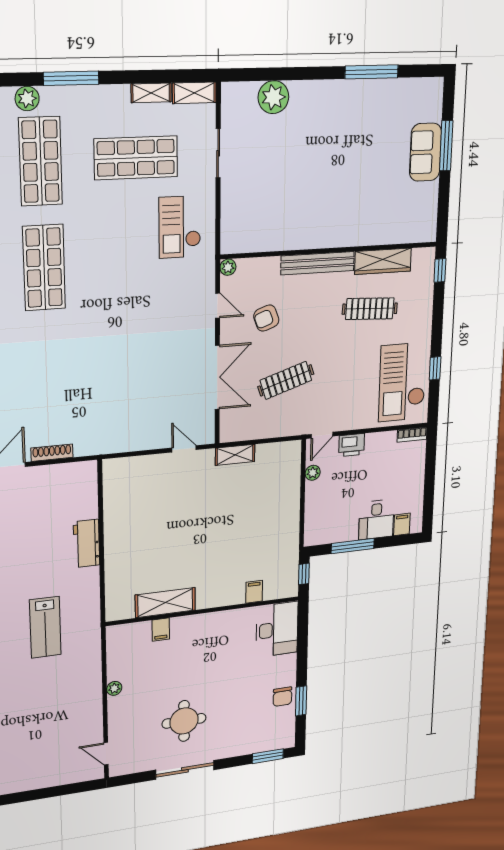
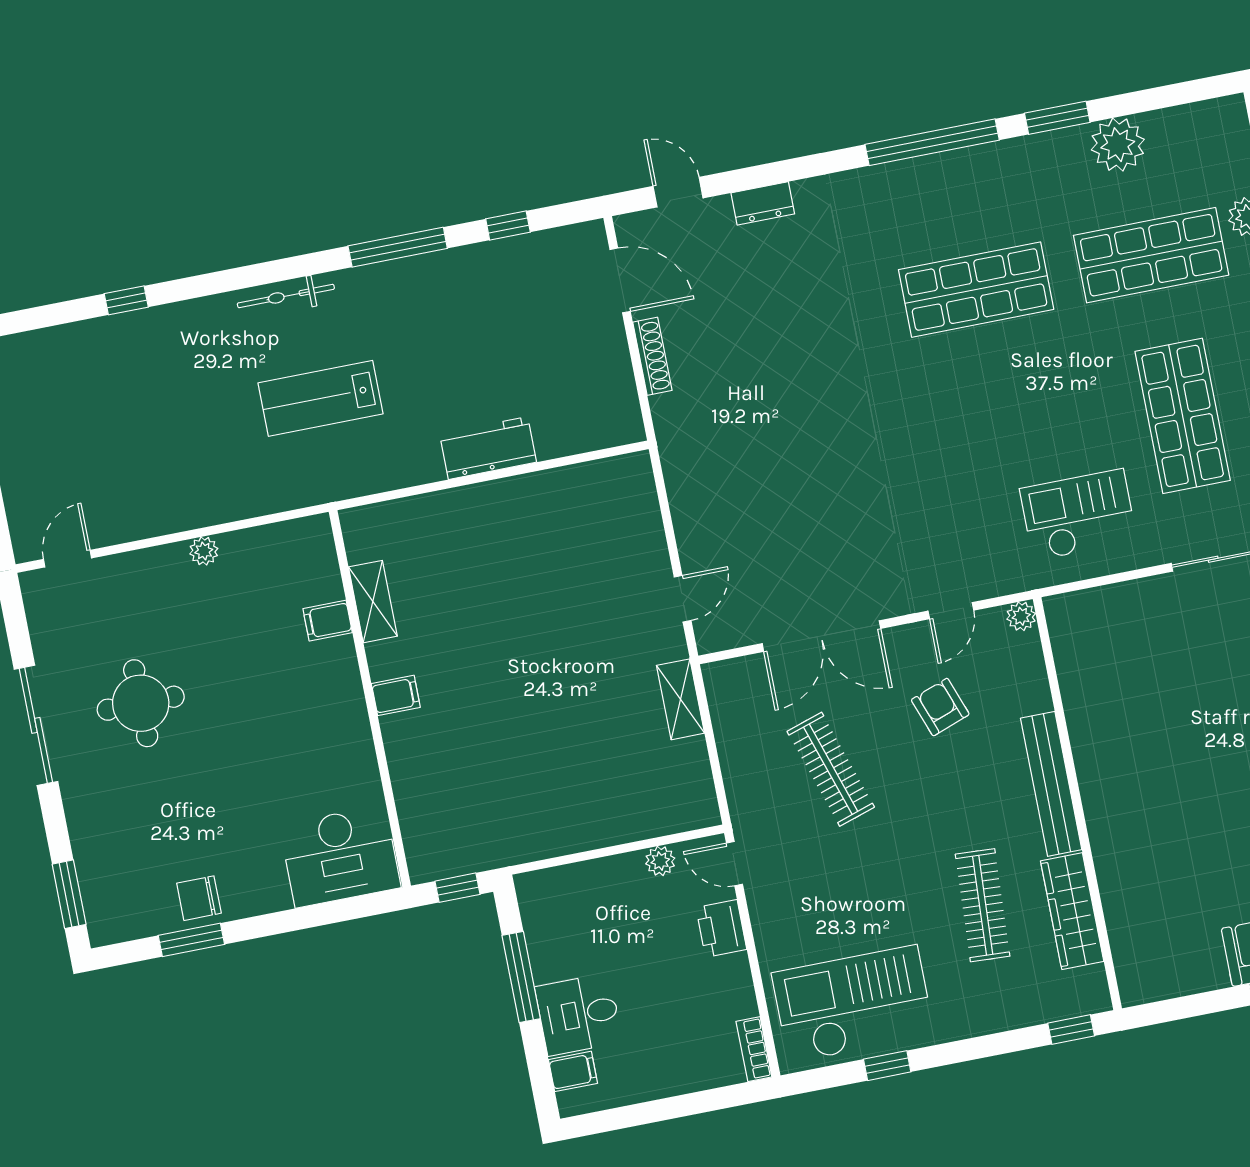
filing cabinet: (254, 592) -> (396, 695), moved
shelving: (165, 603) -> (373, 602), width x0.67, depth x0.75

